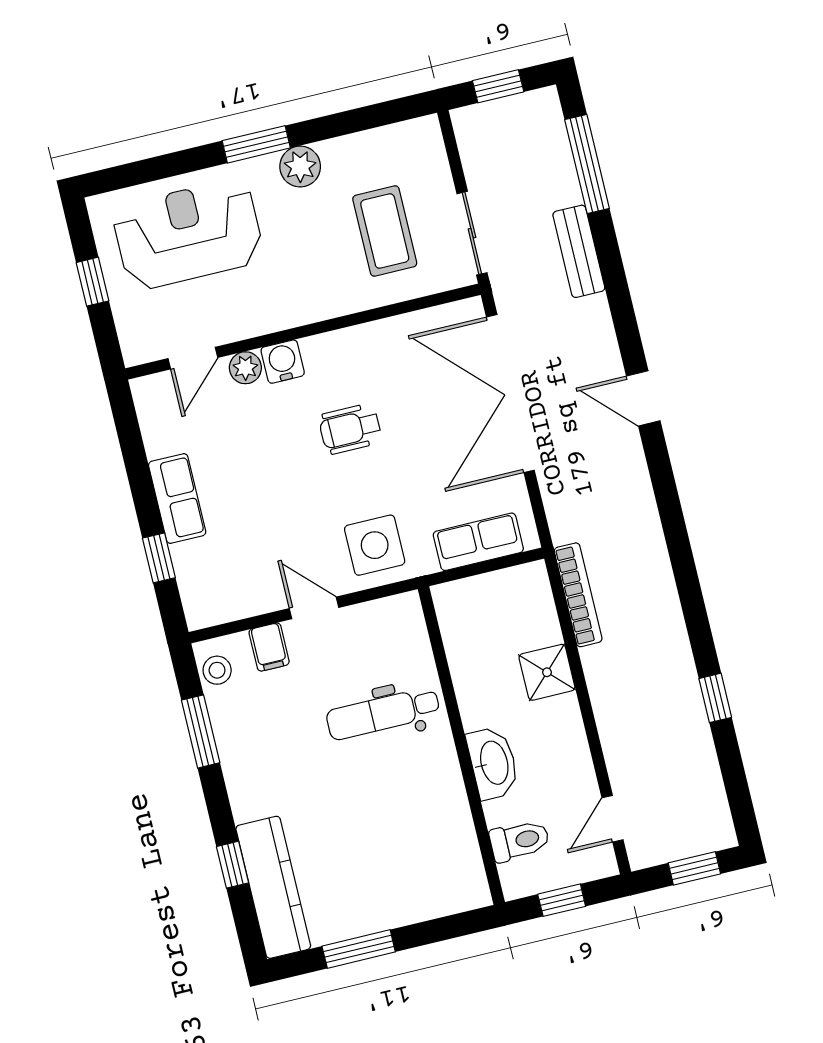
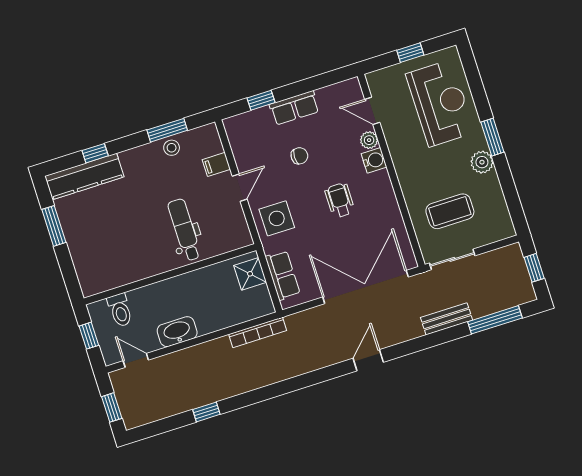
chair: (265, 496) -> (299, 156), added
stool: (217, 670) -> (172, 148), moved
shower: (547, 672) -> (250, 274), moved
washbasin: (493, 763) -> (177, 332), moved, turned 180

